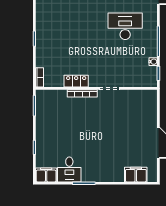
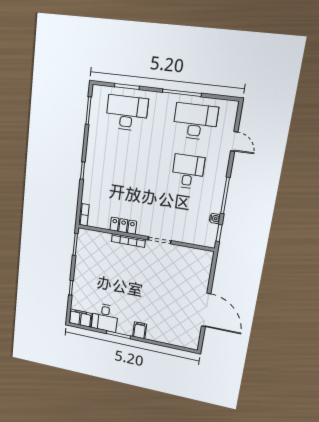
desk: (125, 26) -> (188, 172), width x0.73
filing cabinet: (136, 175) -> (140, 330), moved, width x0.50

